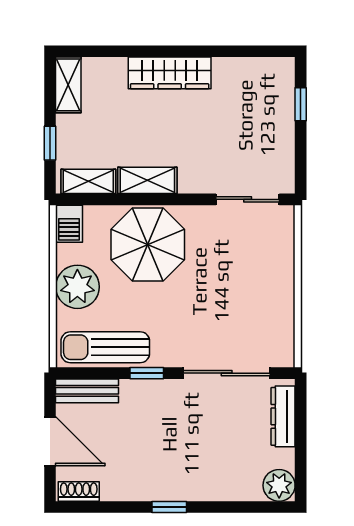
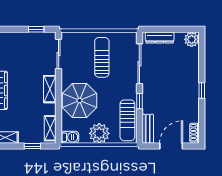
window: (301, 104) -> (36, 29), moved
shelving: (147, 180) -> (50, 89), moved
sun lounger: (241, 292) -> (102, 57), added

